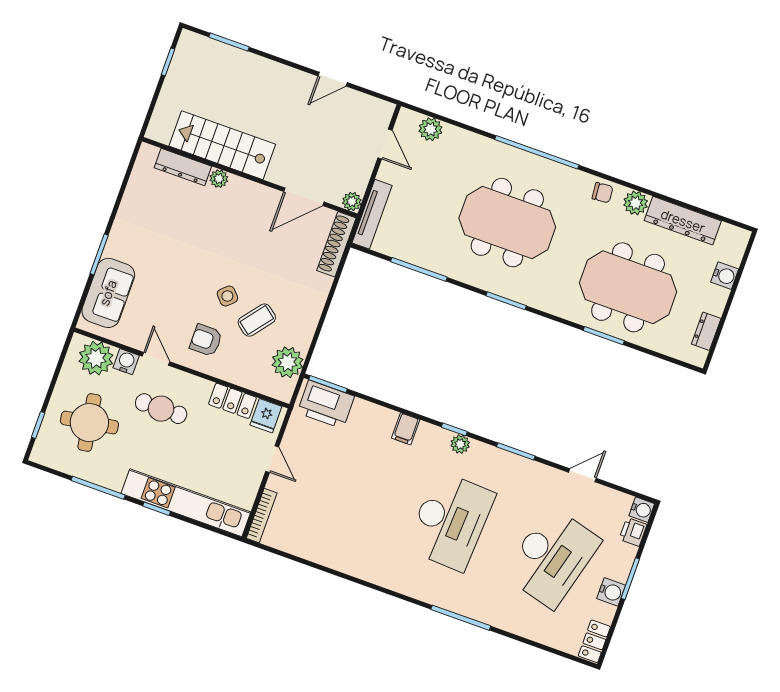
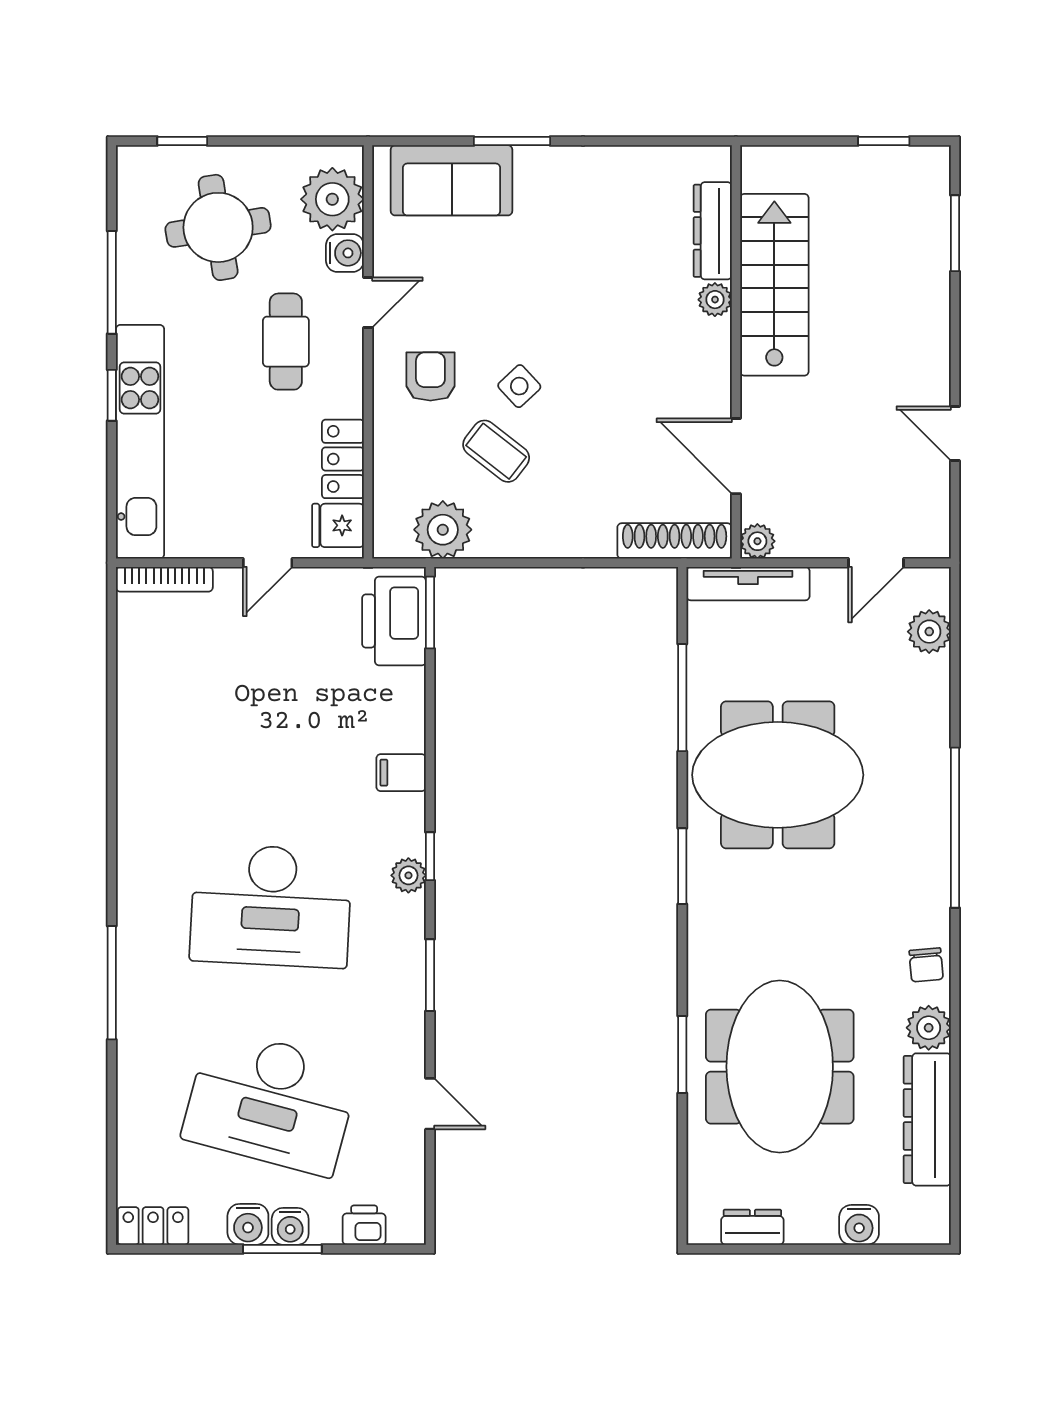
meeting table: (507, 223) -> (778, 775), moved, turned 90
water cooler: (642, 510) -> (290, 1226), moved

